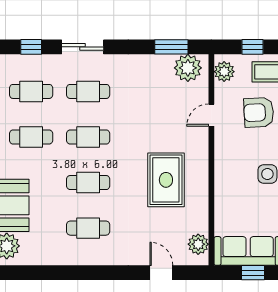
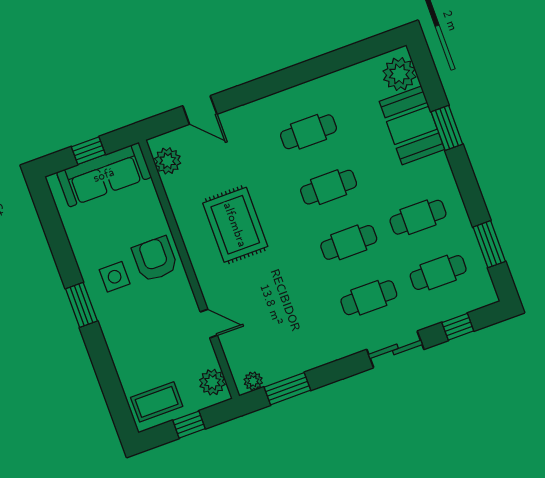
plant: (188, 68) -> (253, 381), width x0.53, depth x0.53
armchair: (259, 112) -> (155, 259), moved, turned -87
door: (211, 115) -> (209, 324), hinge flipped

